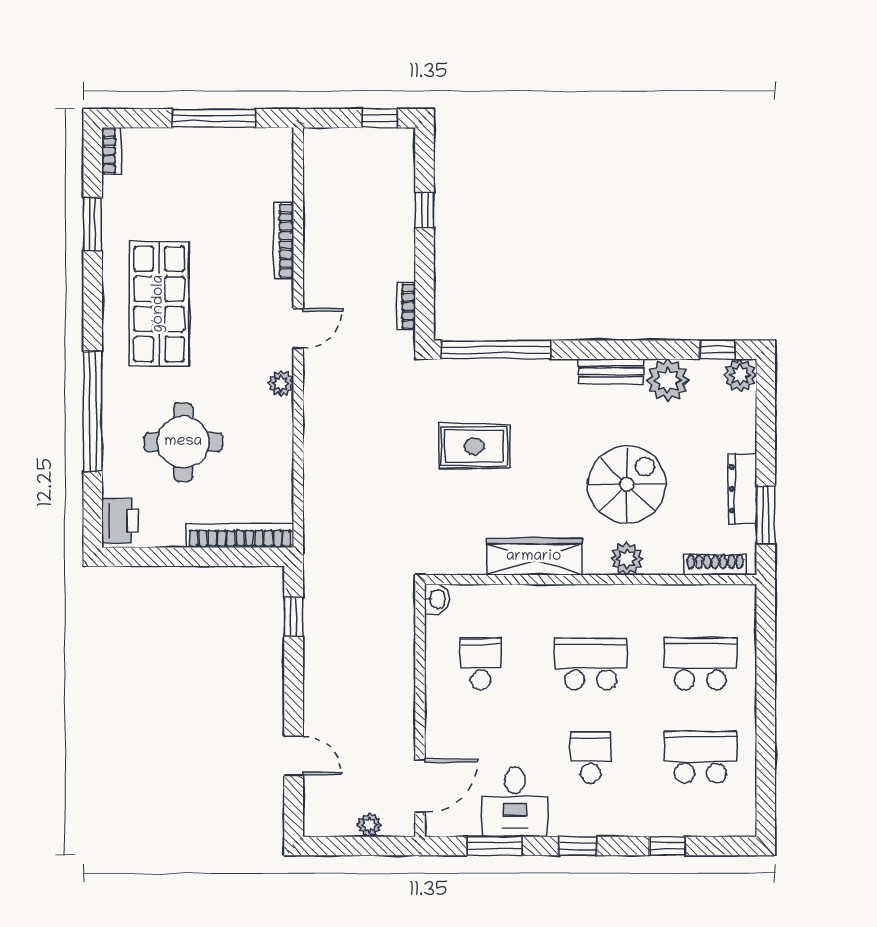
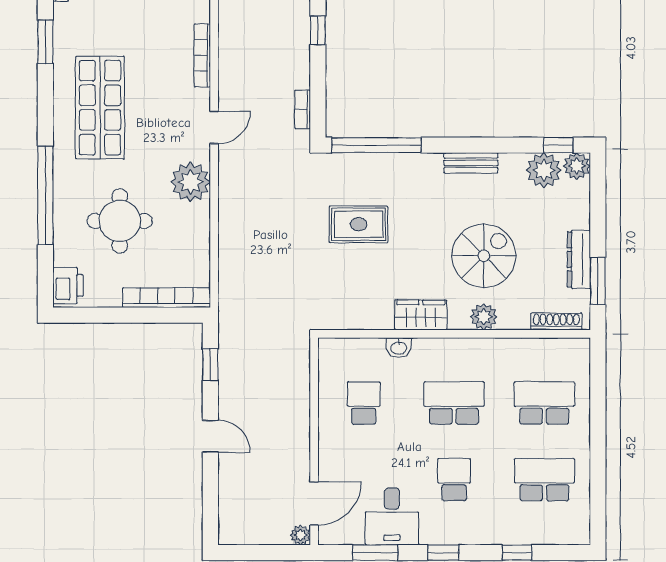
plant: (668, 380) -> (544, 170), moved
plant: (281, 383) -> (191, 182), width x1.87, depth x1.87
wardrobe: (534, 557) -> (421, 315), width x0.67
washbasin: (437, 599) -> (399, 348), moved, turned 90
door: (294, 756) -> (210, 436), moved
plant: (369, 825) -> (300, 535), moved

